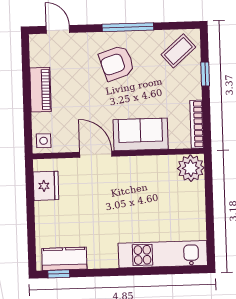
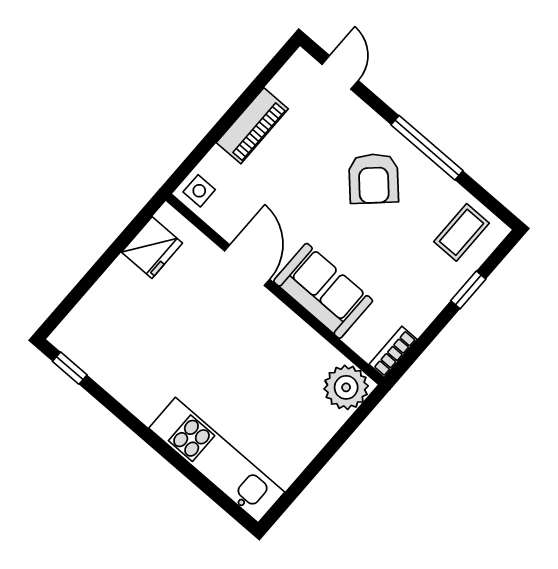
coffee table: (178, 51) -> (461, 232), turned -49
armchair: (117, 63) -> (374, 179), turned -115
bookcase: (197, 124) -> (393, 352), width x0.64
kitchen counter: (64, 259) -> (93, 356), removed

